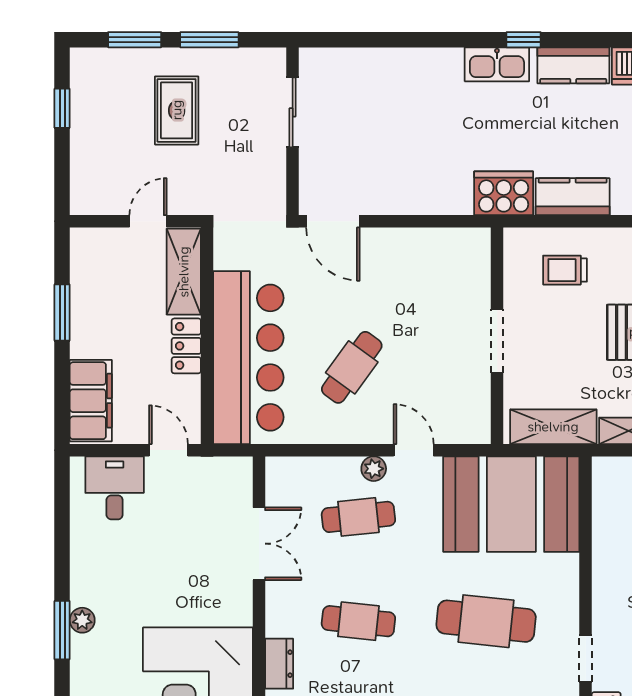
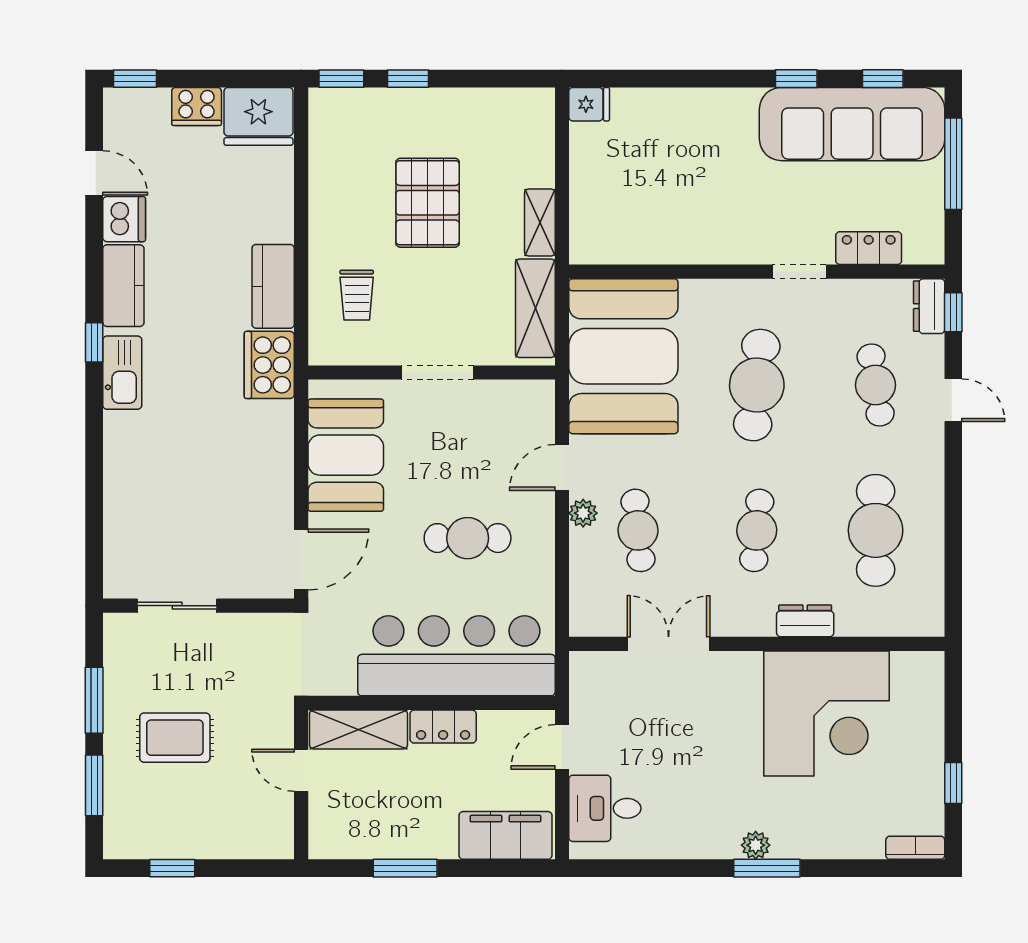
booth: (425, 260) -> (346, 455), added
cafe table: (352, 367) -> (468, 538), turned -36

